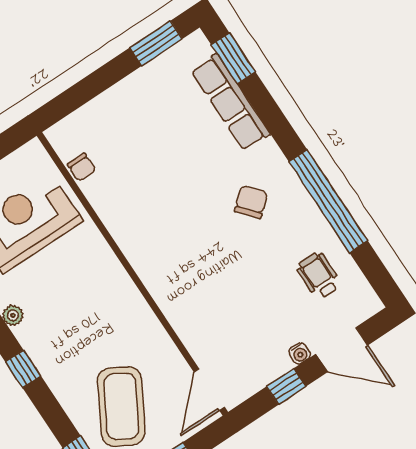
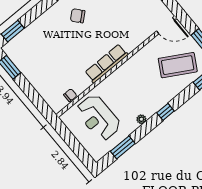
row of seats: (231, 102) -> (106, 63), moved, turned 180

